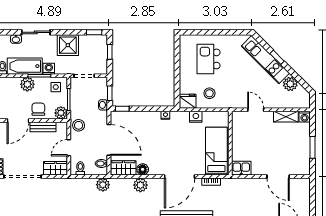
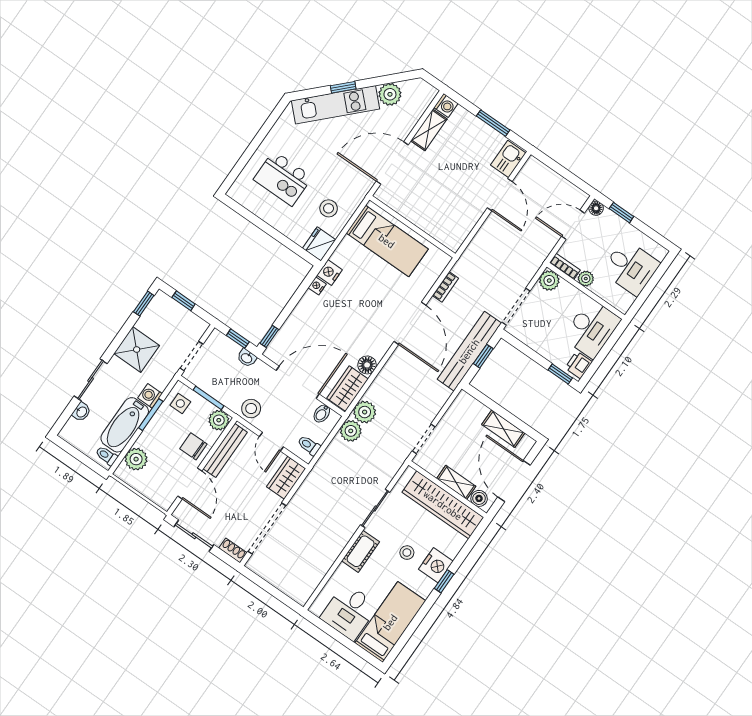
plant: (27, 84) -> (136, 459), moved
door: (256, 110) -> (392, 163), width x1.87
nightstand: (196, 117) -> (330, 272), moved
bench: (43, 127) -> (225, 450), width x1.36
bed: (216, 151) -> (387, 241), moved, turned 180
kitchen sink: (241, 168) -> (508, 159), moved
door: (278, 177) -> (500, 195), hinge flipped
plant: (140, 185) -> (365, 412), moved

